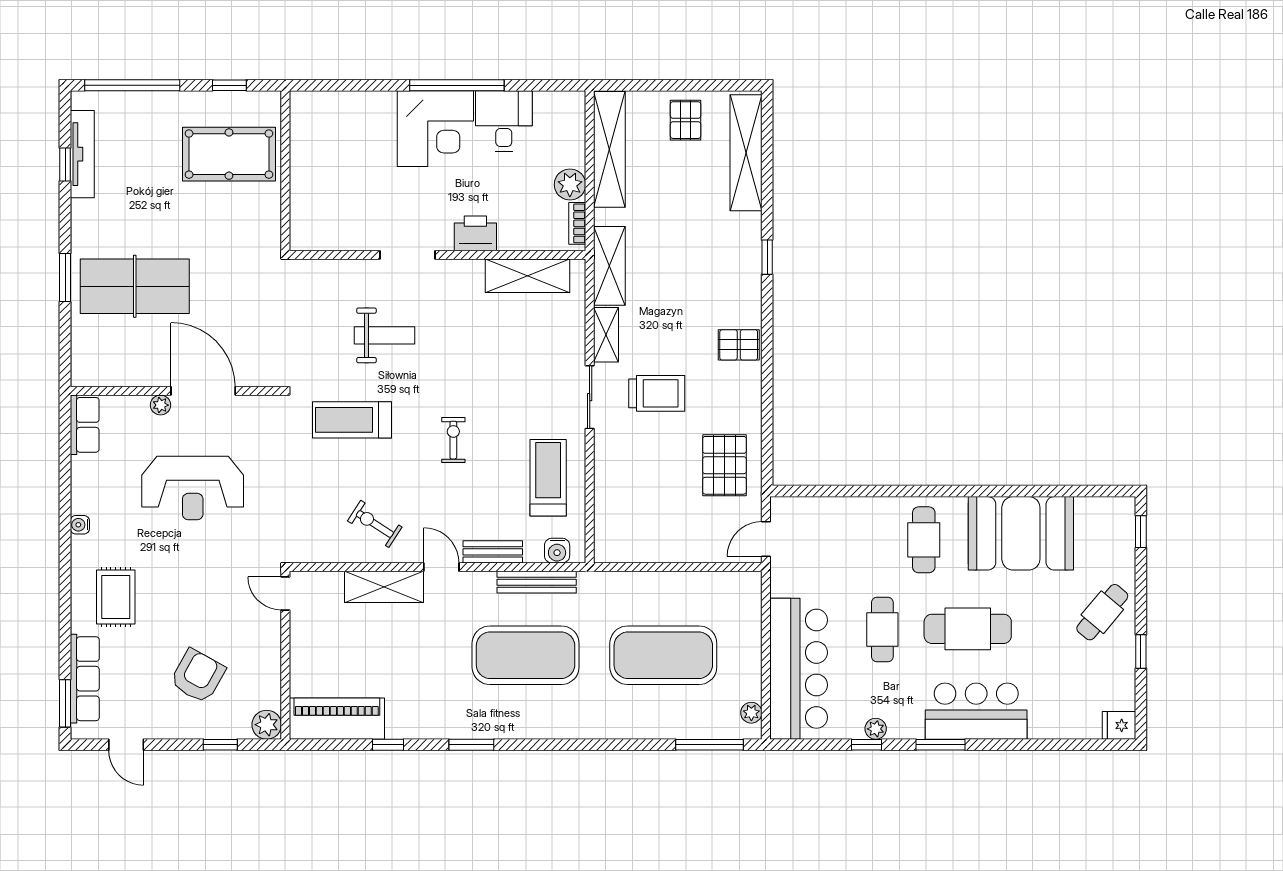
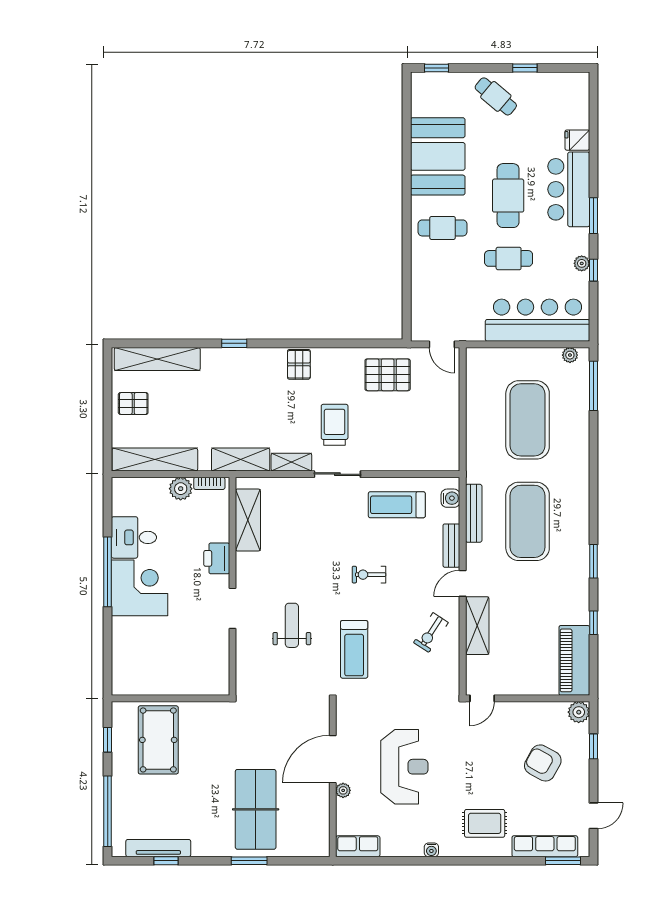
fridge: (1119, 725) -> (577, 140), moved, turned 90

